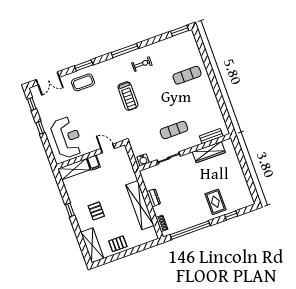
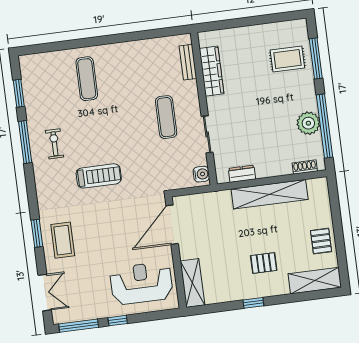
window: (180, 31) -> (19, 93), moved
window: (125, 51) -> (25, 142), moved
window: (32, 104) -> (79, 326), width x2.17
door: (108, 149) -> (172, 225), width x1.87
filing cabinet: (94, 163) -> (189, 251), removed
dresser: (154, 198) -> (242, 174), moved
rug: (215, 202) -> (287, 59), moved
window: (231, 215) -> (316, 58), width x2.17
plant: (190, 220) -> (308, 123), added

